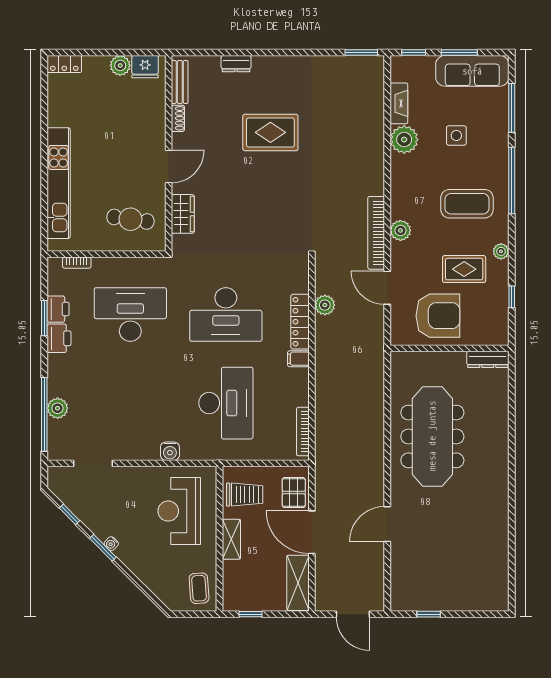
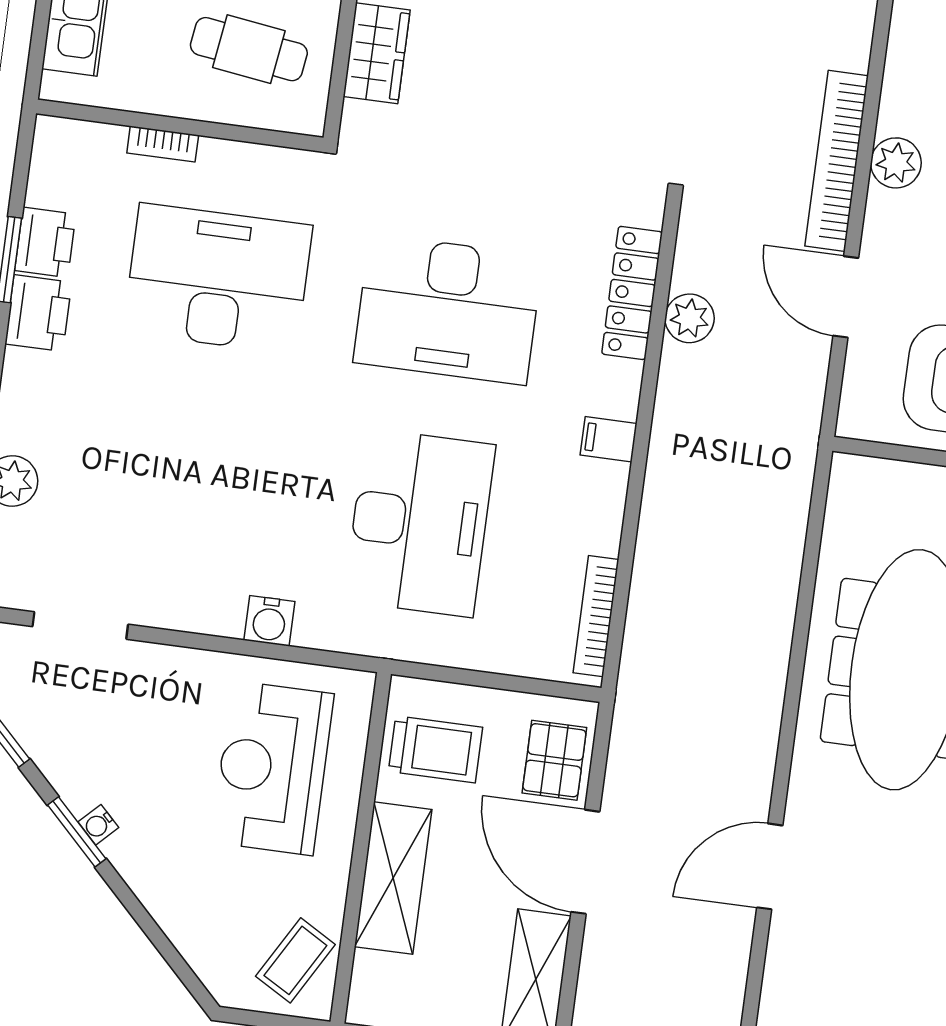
bookcase: (77, 263) -> (163, 144), moved
locker: (300, 322) -> (632, 293), moved
shelving: (231, 539) -> (393, 878), width x1.50, depth x1.33
coffee table: (199, 588) -> (295, 960), turned 34

